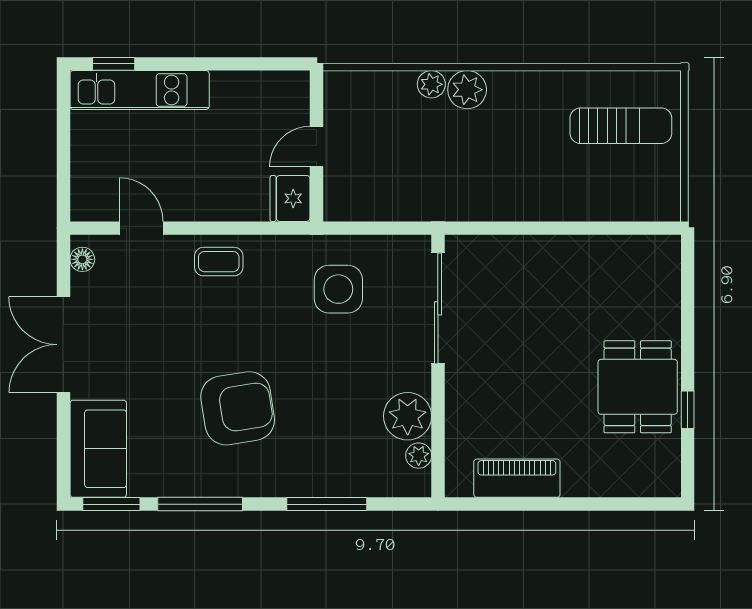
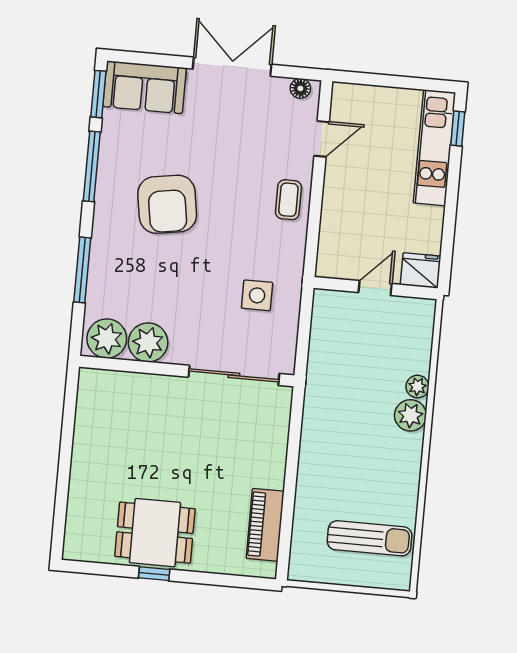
sun lounger: (621, 126) -> (370, 538), turned -90
door: (316, 147) -> (375, 288), hinge flipped
fridge: (290, 198) -> (420, 270), moved
side table: (338, 289) -> (257, 295), width x0.73, depth x0.73
window: (688, 410) -> (154, 574), moved
plant: (419, 456) -> (107, 339), width x1.88, depth x1.88
piano: (517, 478) -> (265, 525), moved, turned 180

